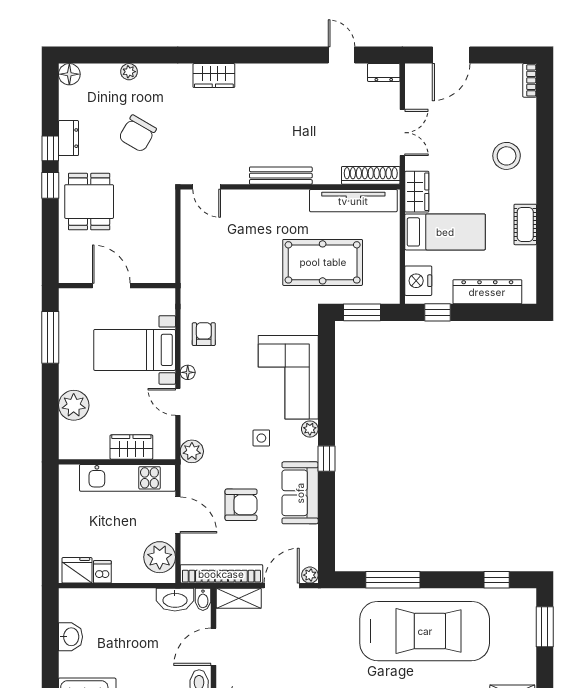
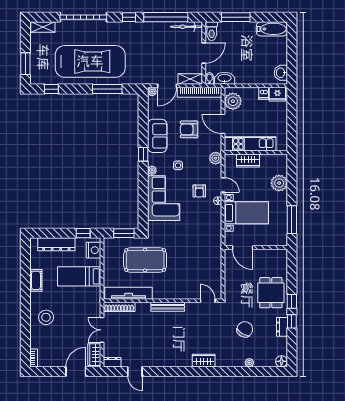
wardrobe: (417, 192) -> (94, 355), moved
door: (111, 286) -> (243, 248), moved
armchair: (204, 334) -> (199, 191), moved
car: (425, 631) -> (90, 61), turned 180
washbasin: (71, 637) -> (281, 73), moved

